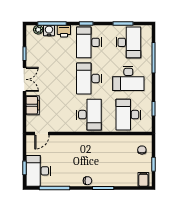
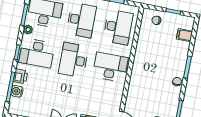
plant: (38, 30) -> (28, 30), moved
desk: (89, 78) -> (74, 60), turned 90
desk: (128, 115) -> (118, 27), turned -90
filing cabinet: (143, 179) -> (185, 35), moved

